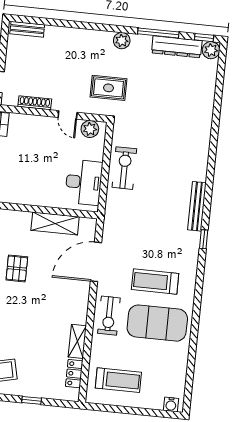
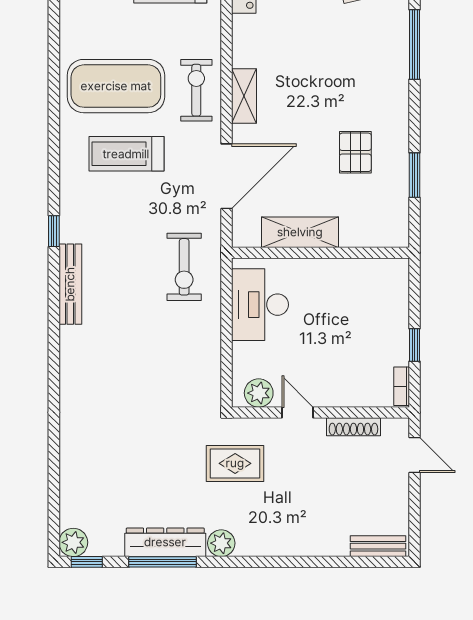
dresser: (177, 47) -> (165, 542), moved
exercise bike: (124, 168) -> (184, 267), moved
treadmill: (155, 282) -> (126, 154), turned 180
shelving: (77, 341) -> (244, 96), moved

